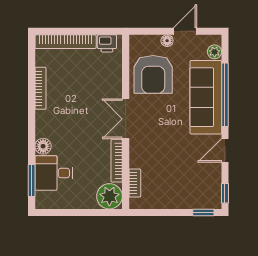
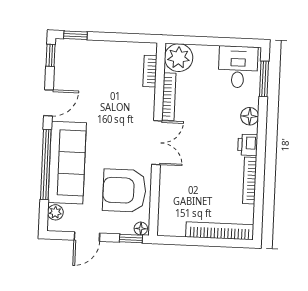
window: (145, 31) -> (131, 239), added
floor lamp: (167, 41) -> (141, 229), moved
printer: (107, 43) -> (248, 145), moved, turned -90
armchair: (153, 74) -> (124, 190), turned -90
desk: (54, 173) -> (238, 67), moved, turned -90

